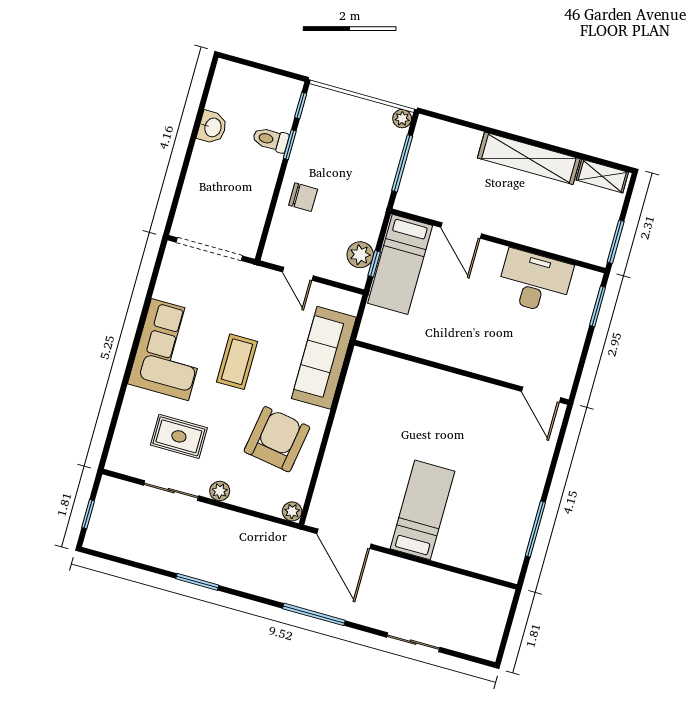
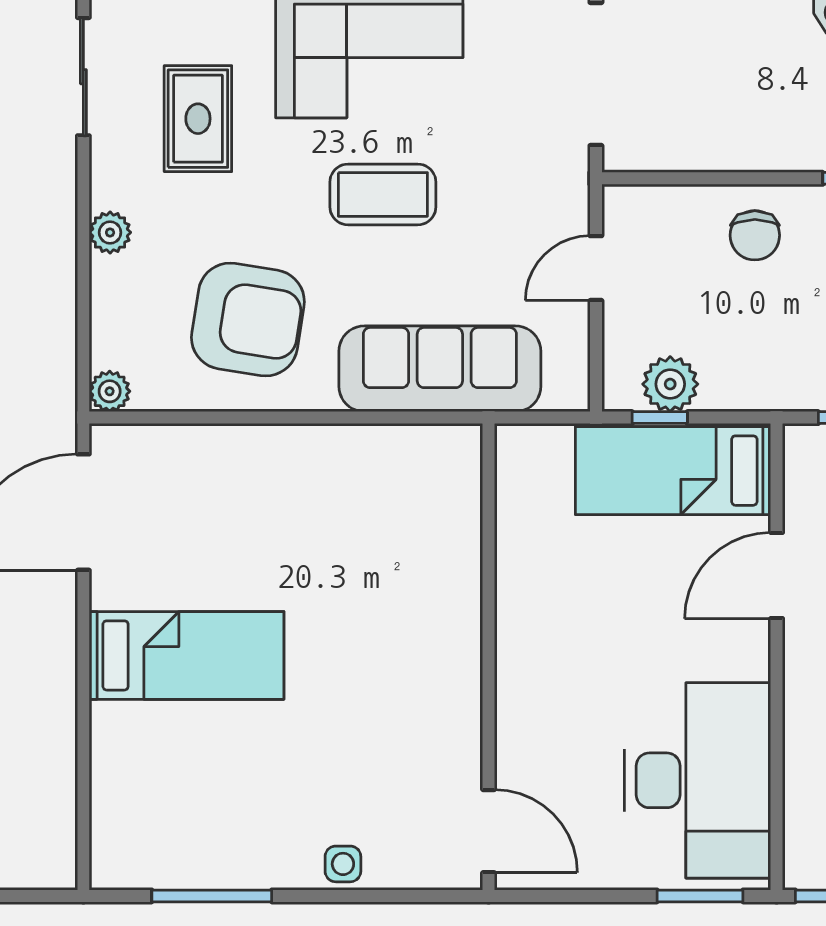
desk: (535, 282) -> (698, 780), width x1.36, depth x1.30
door: (541, 395) -> (489, 831), swing flipped
side table: (537, 465) -> (343, 864), added
sliding door: (171, 491) -> (83, 77), moved

